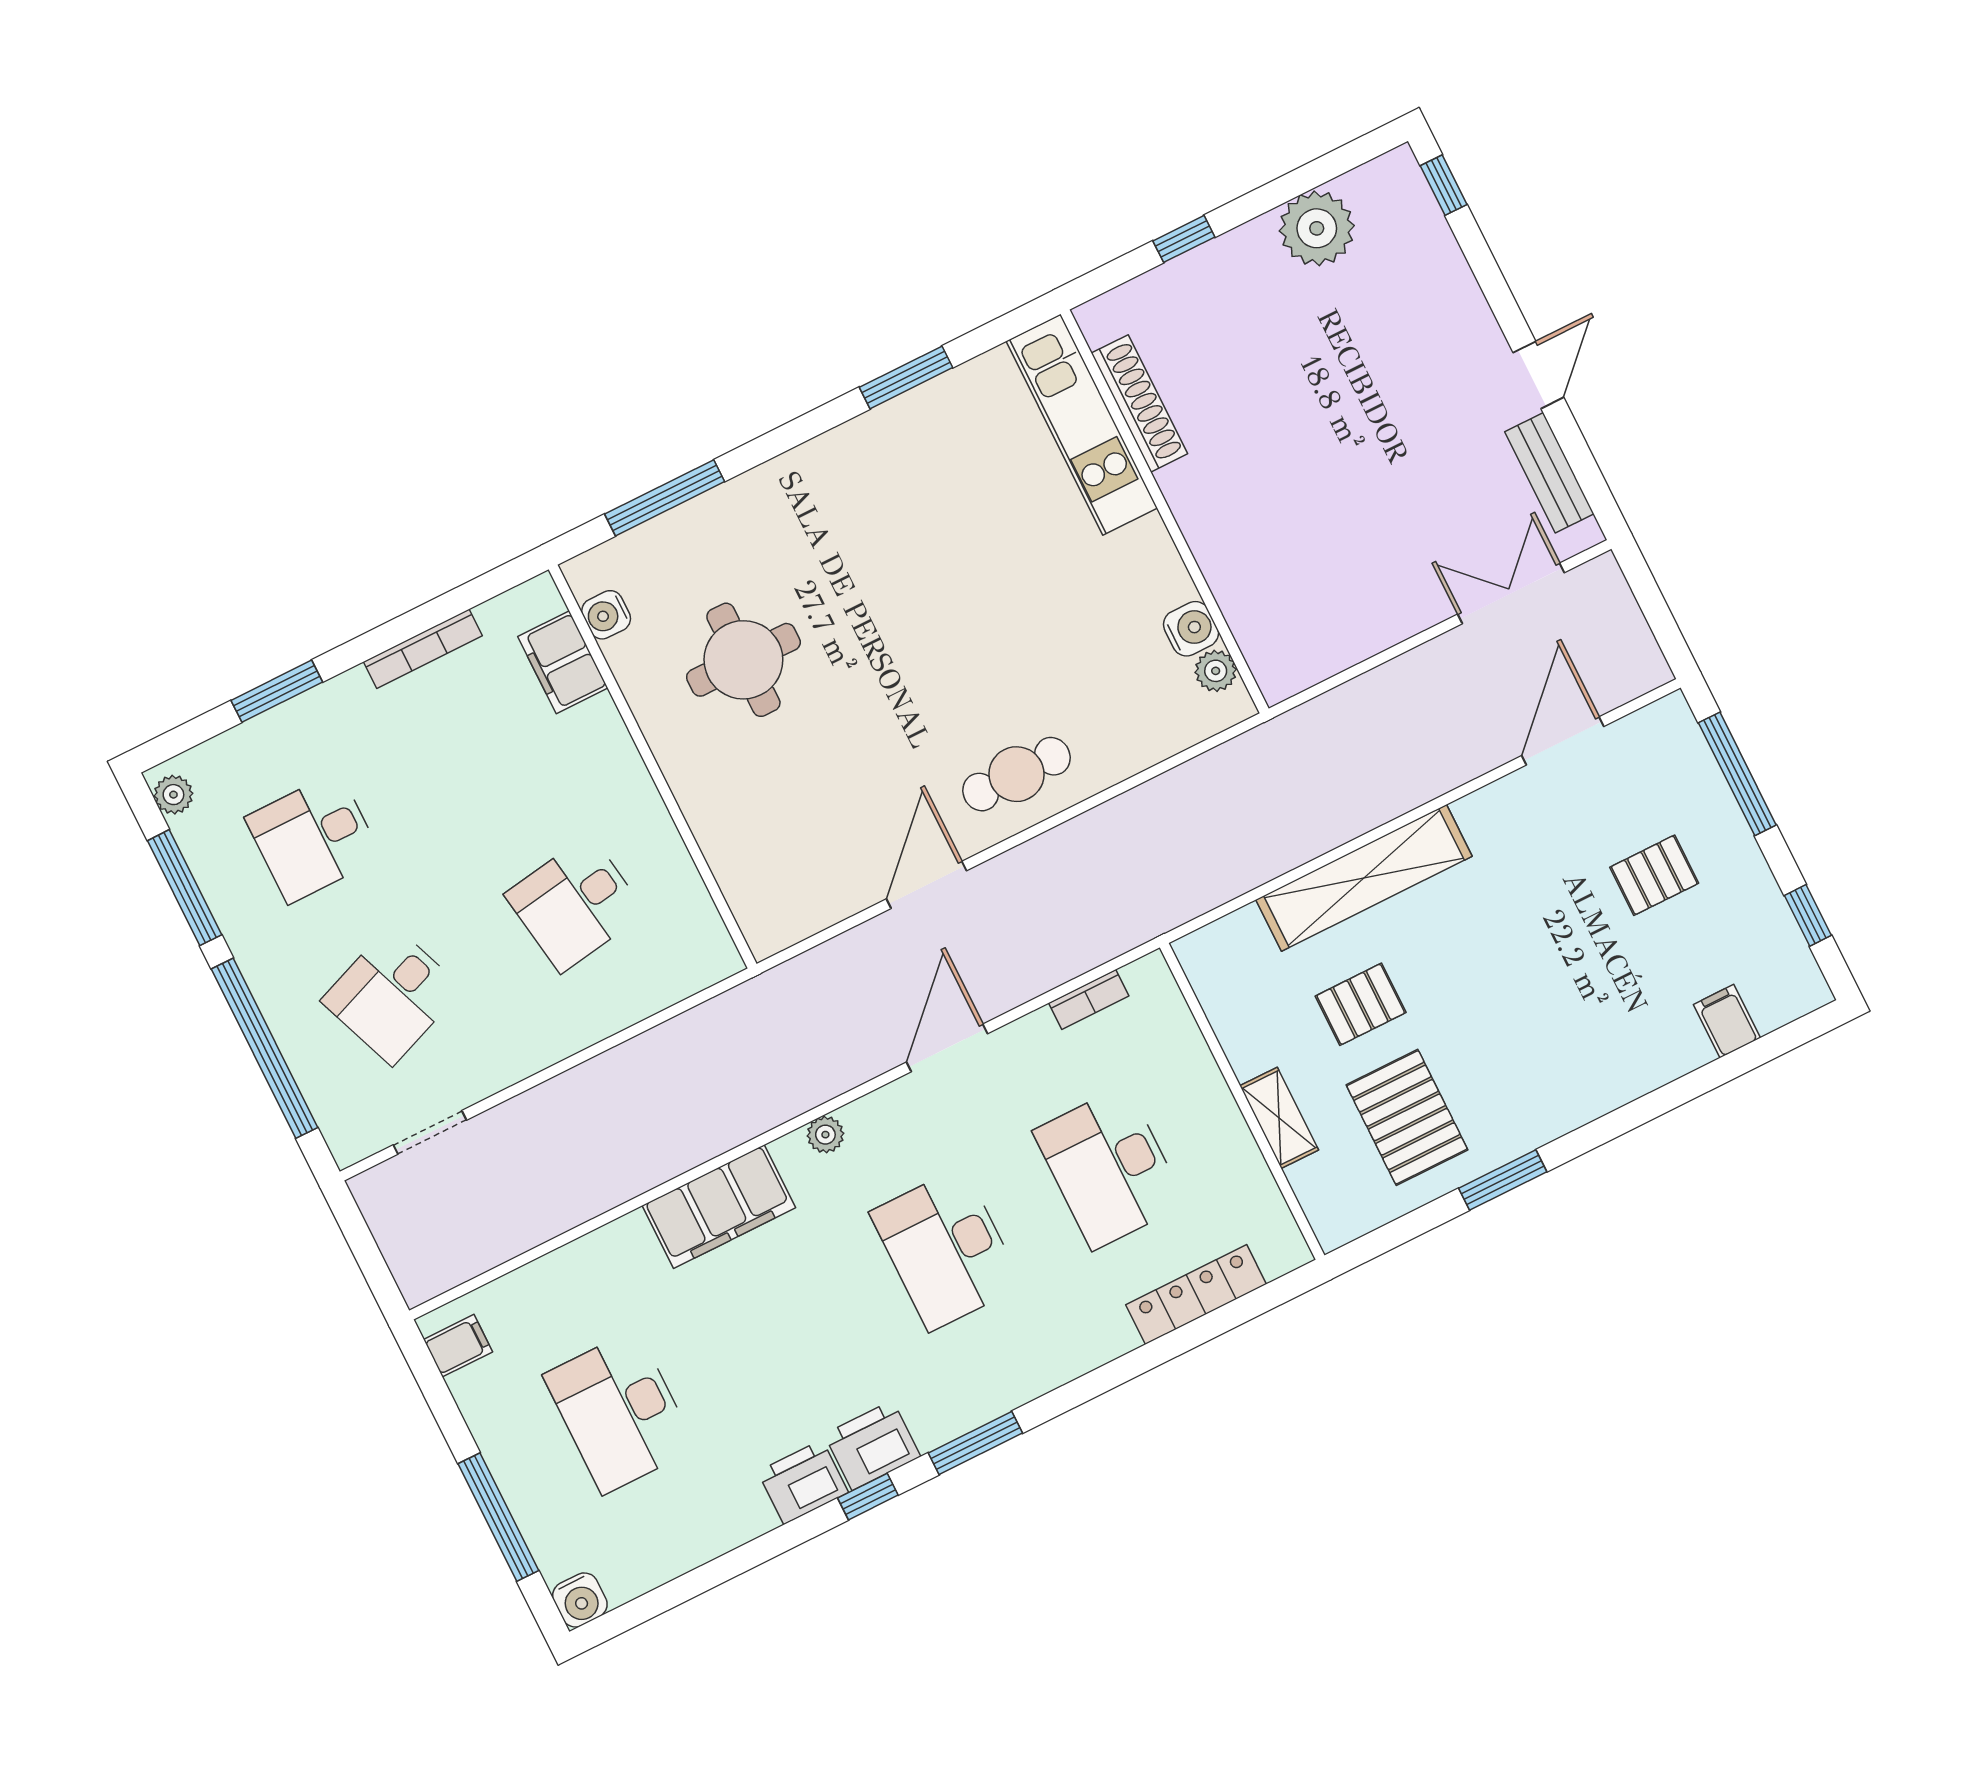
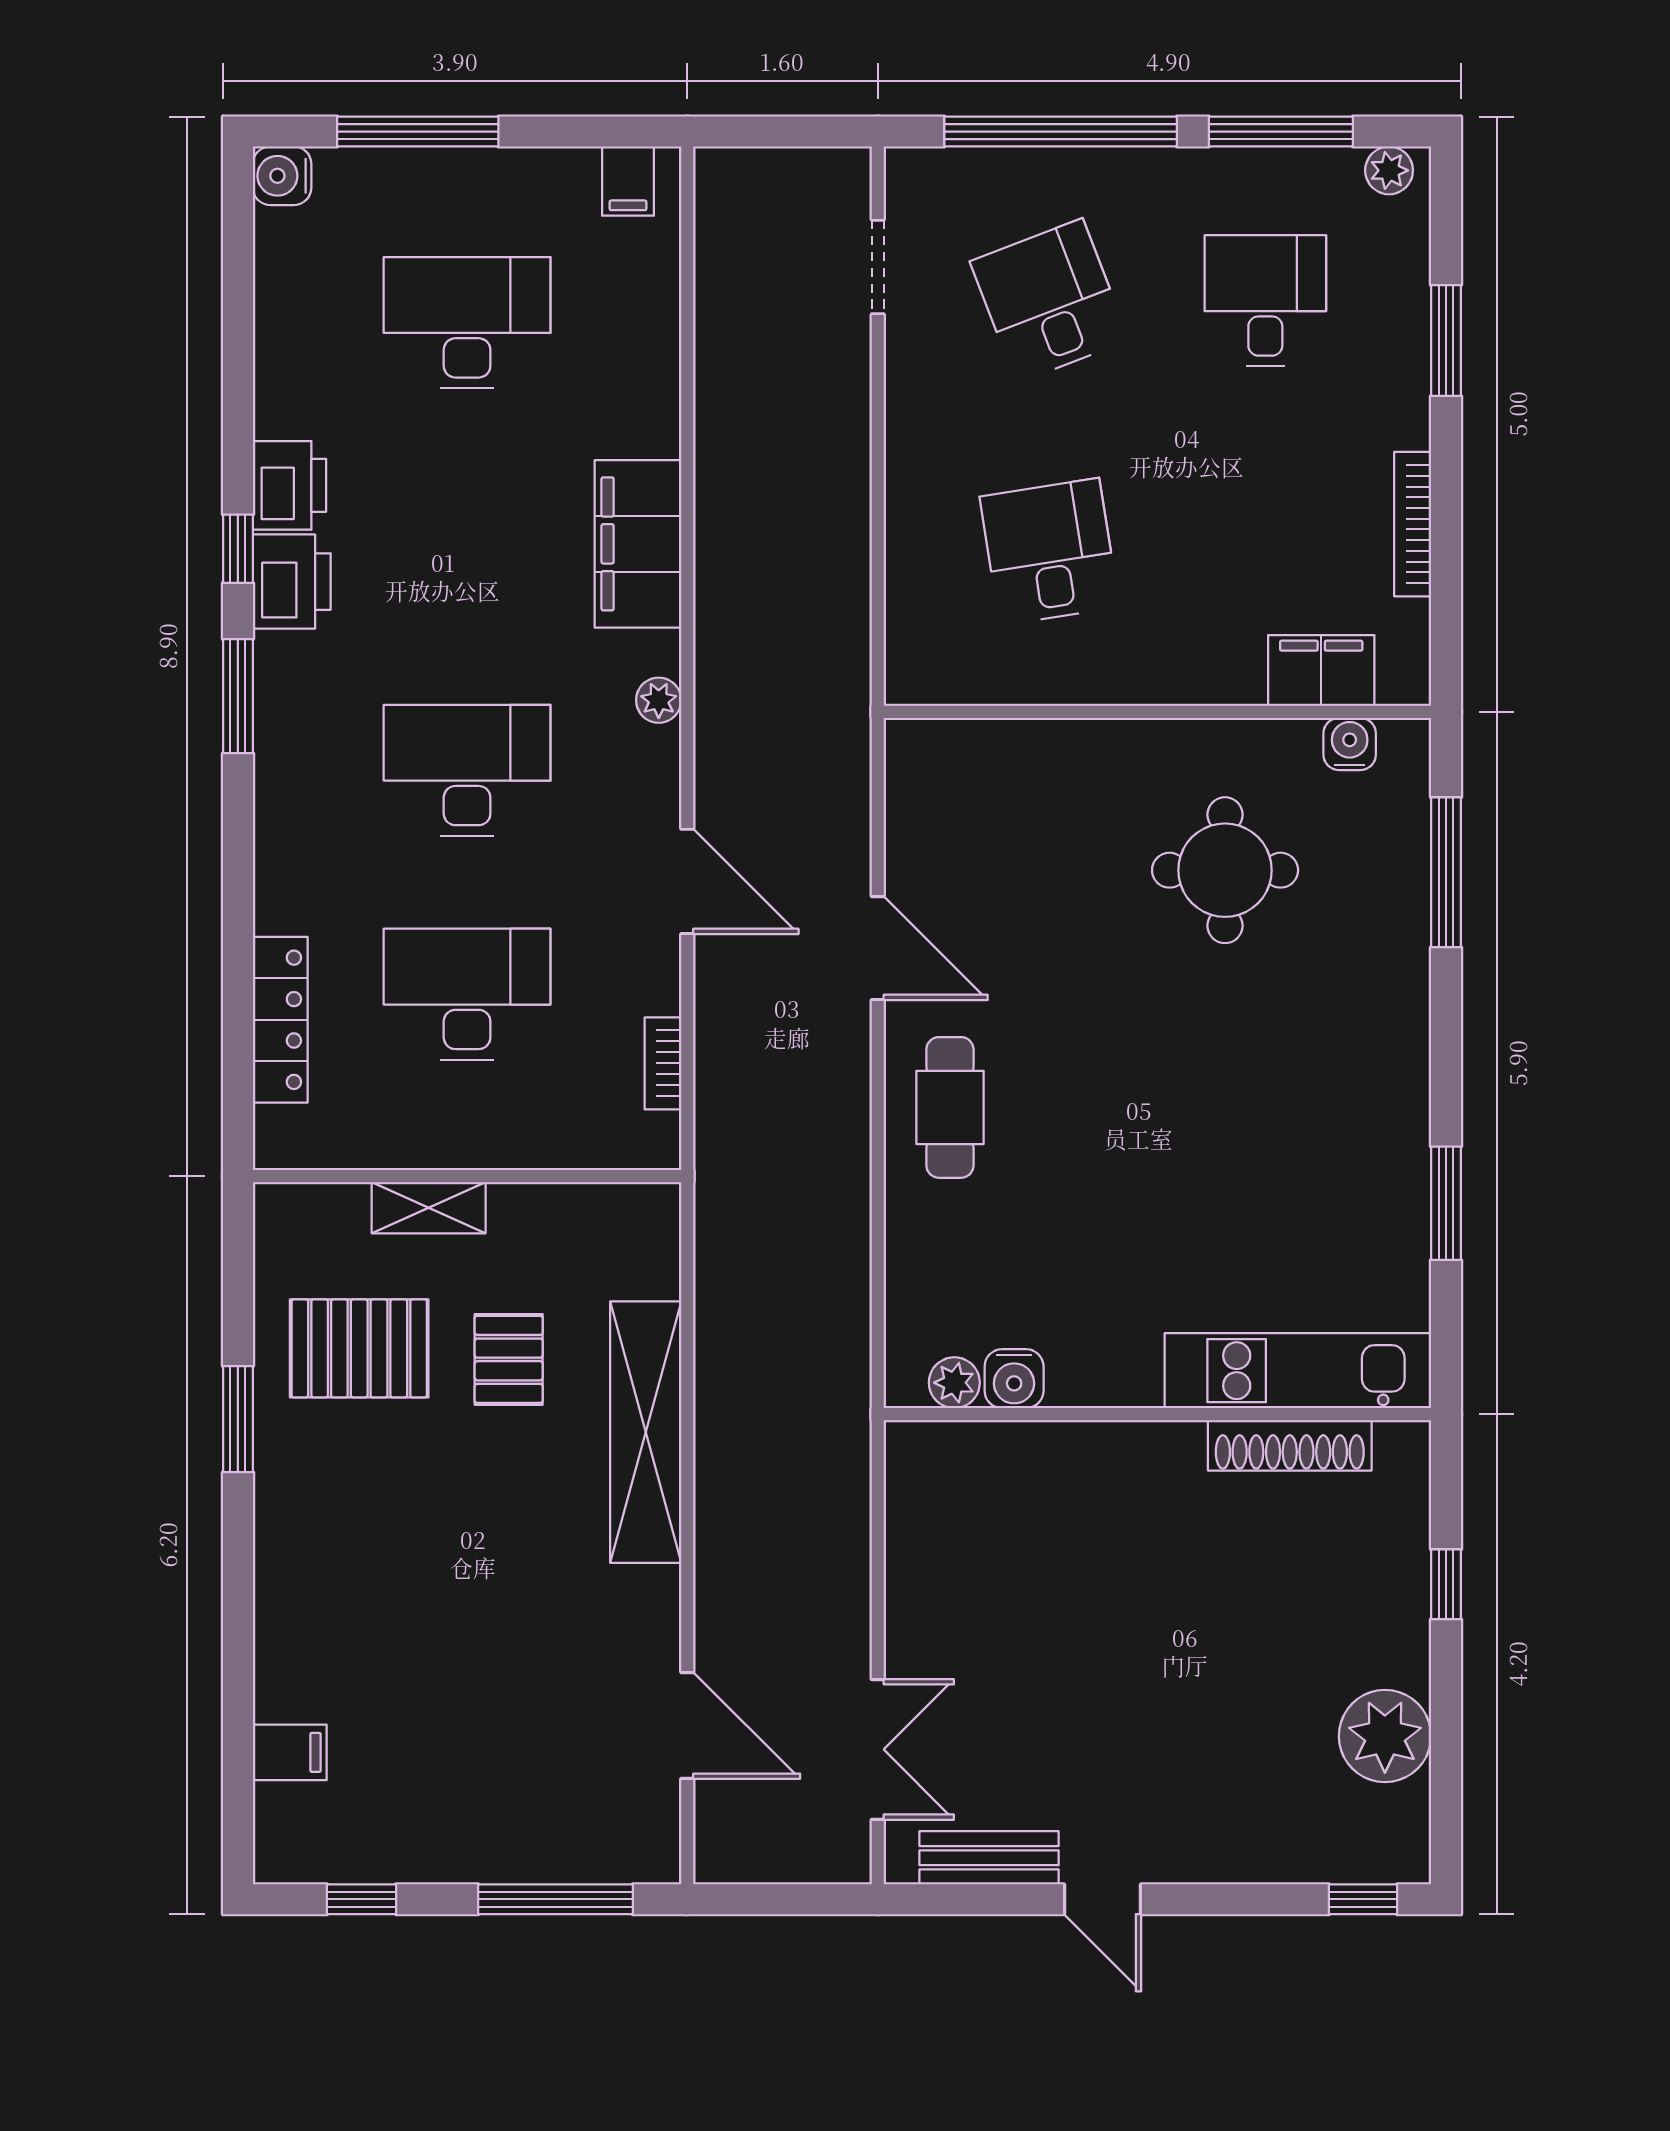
pallet: (1654, 875) -> (490, 1752), removed

